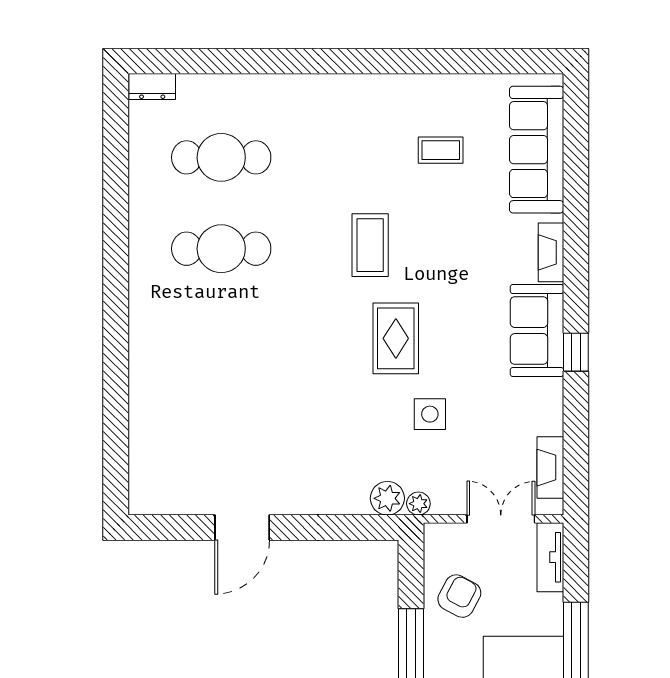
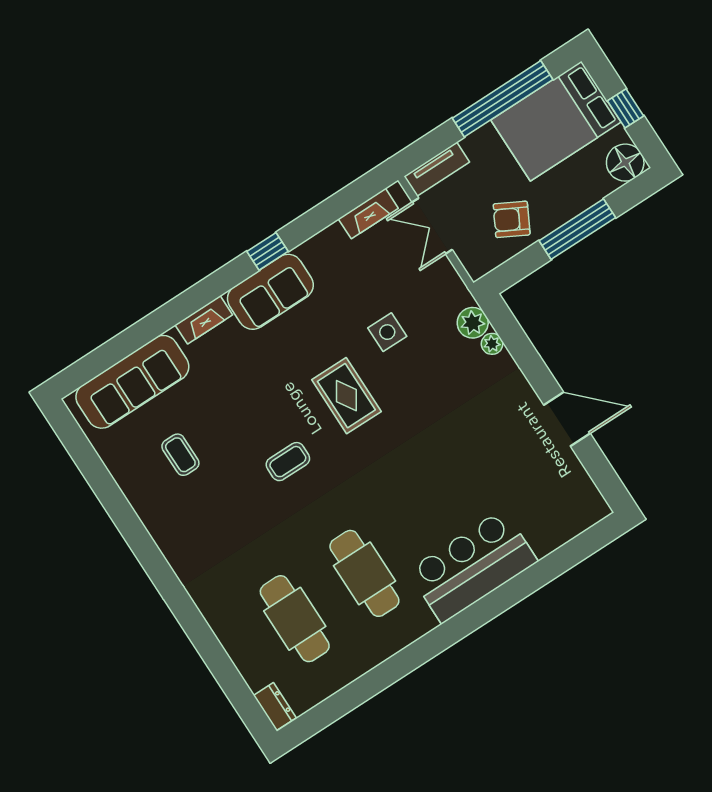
coffee table: (370, 245) -> (288, 462), width x0.73, depth x0.77
rug: (396, 338) -> (346, 396), turned 90
bar counter: (163, 353) -> (473, 566), added
plant: (418, 504) -> (492, 344), moved

